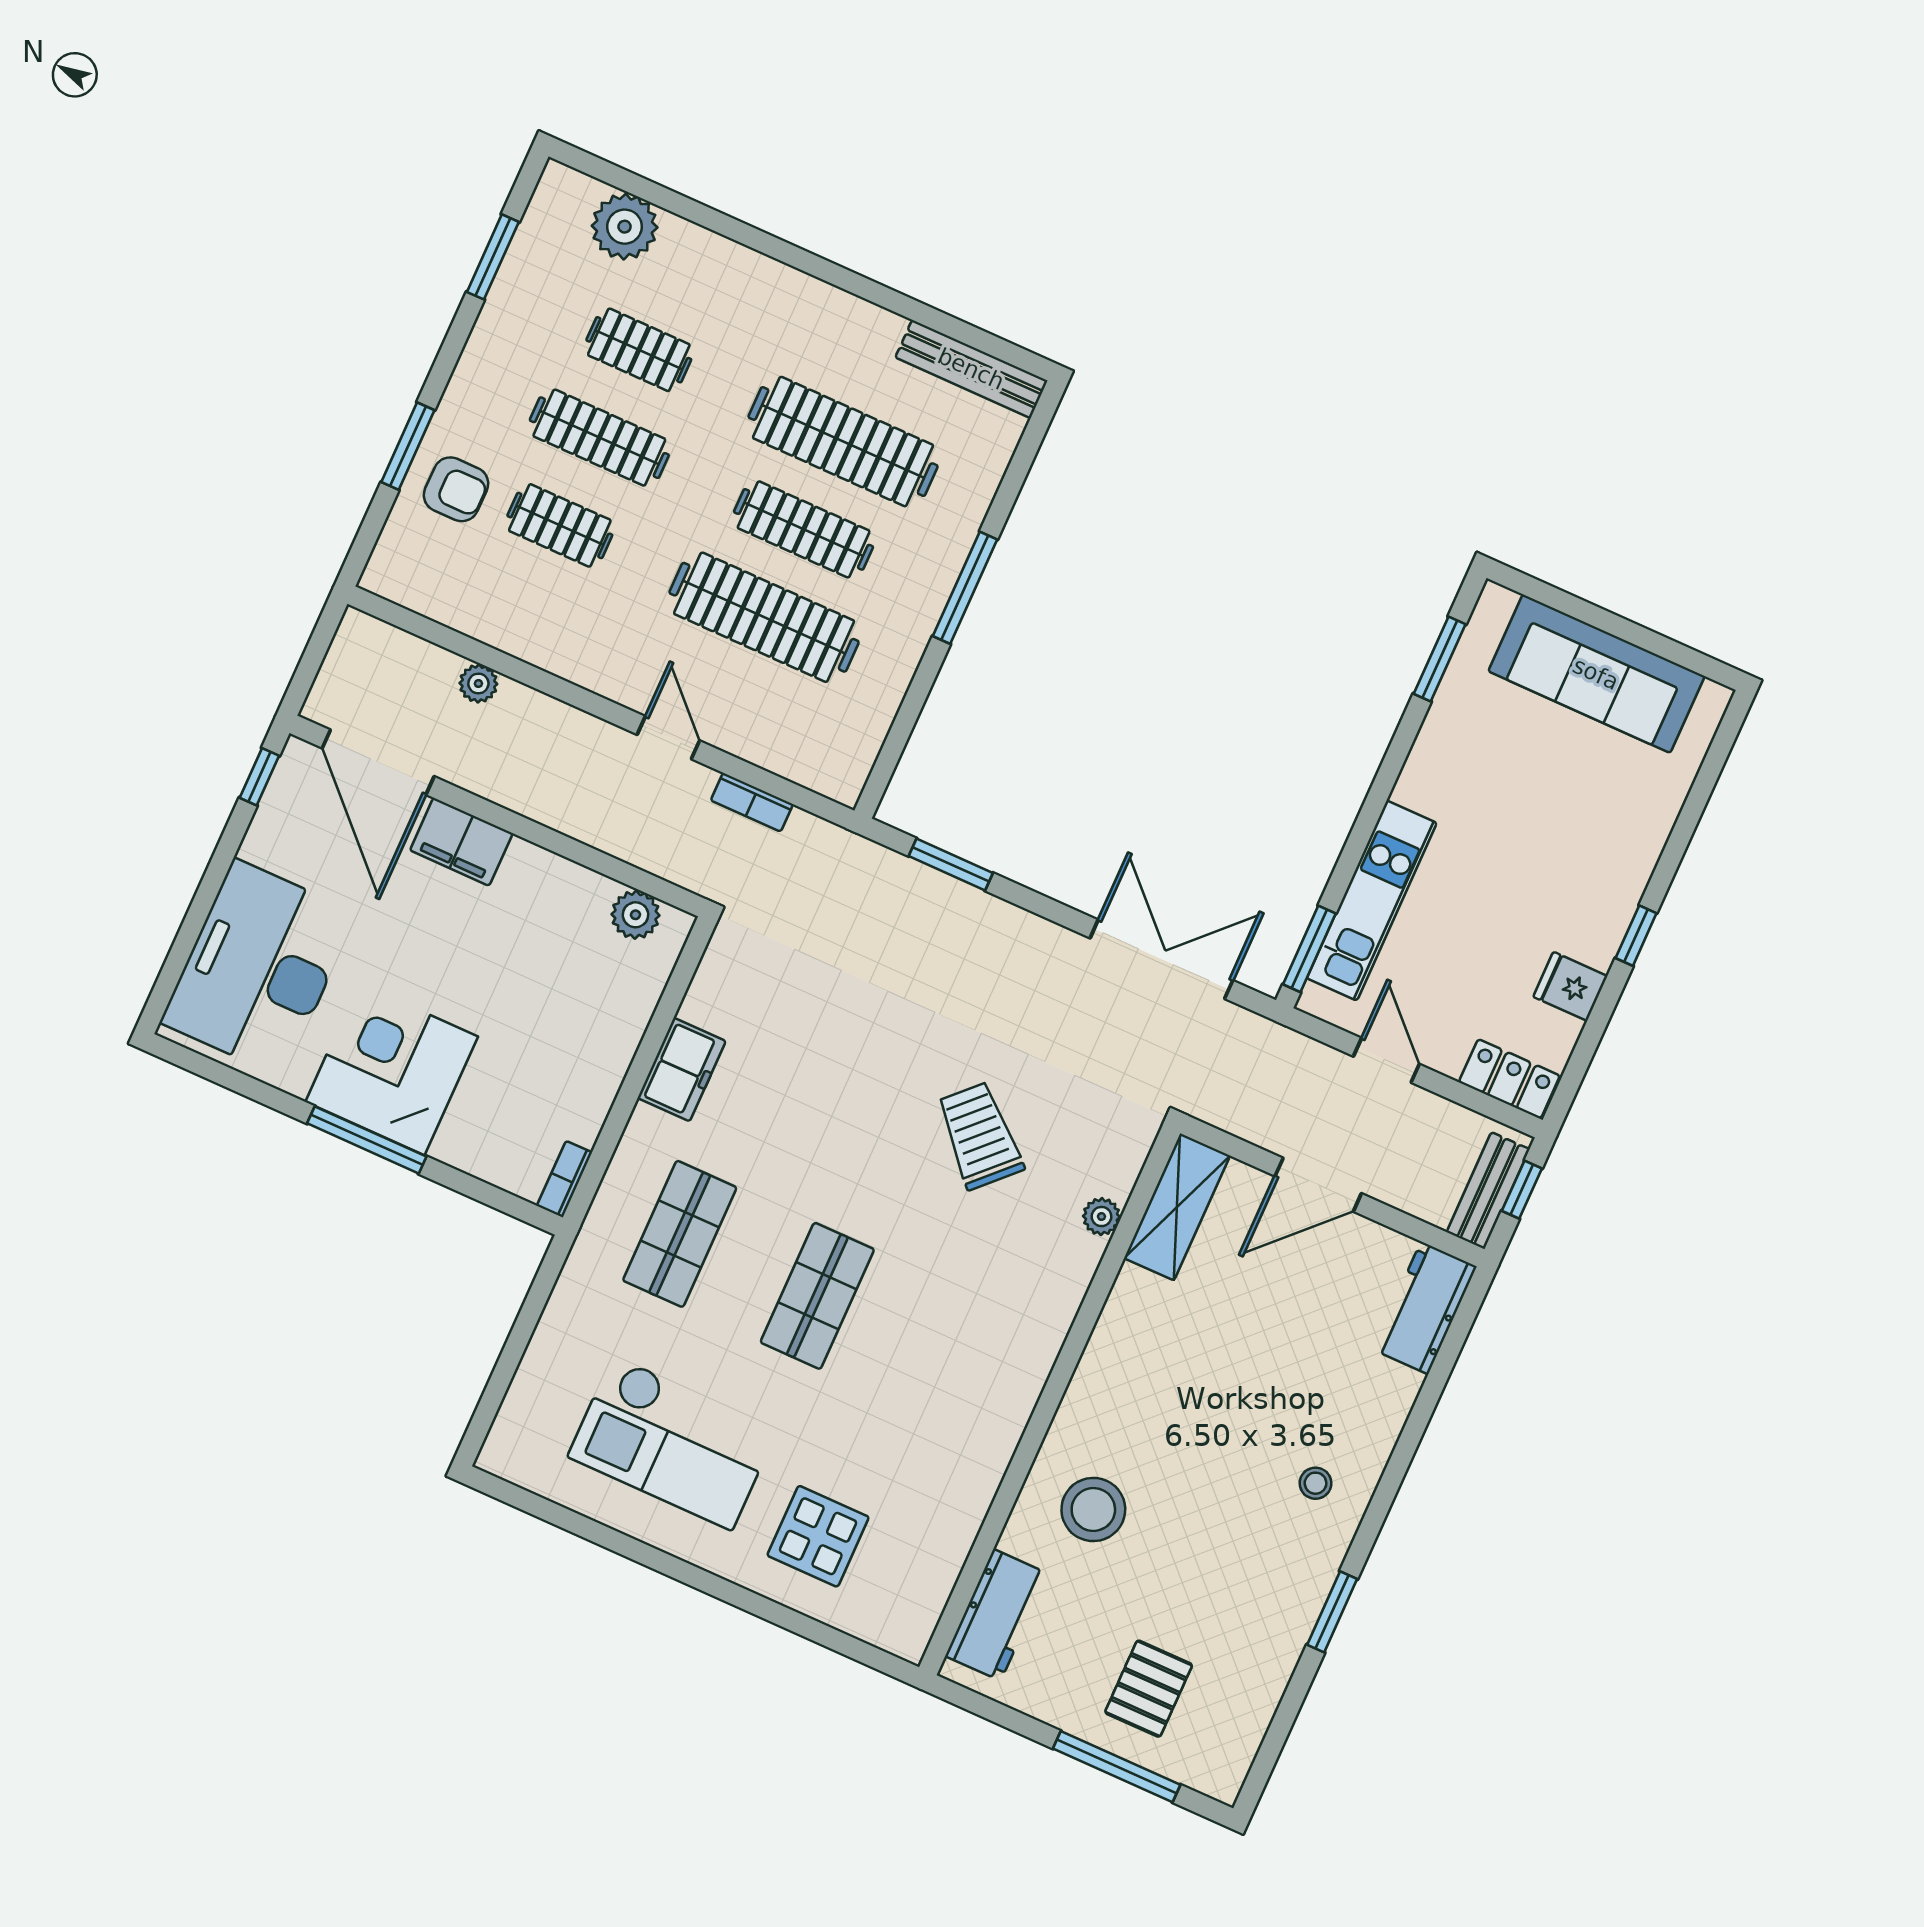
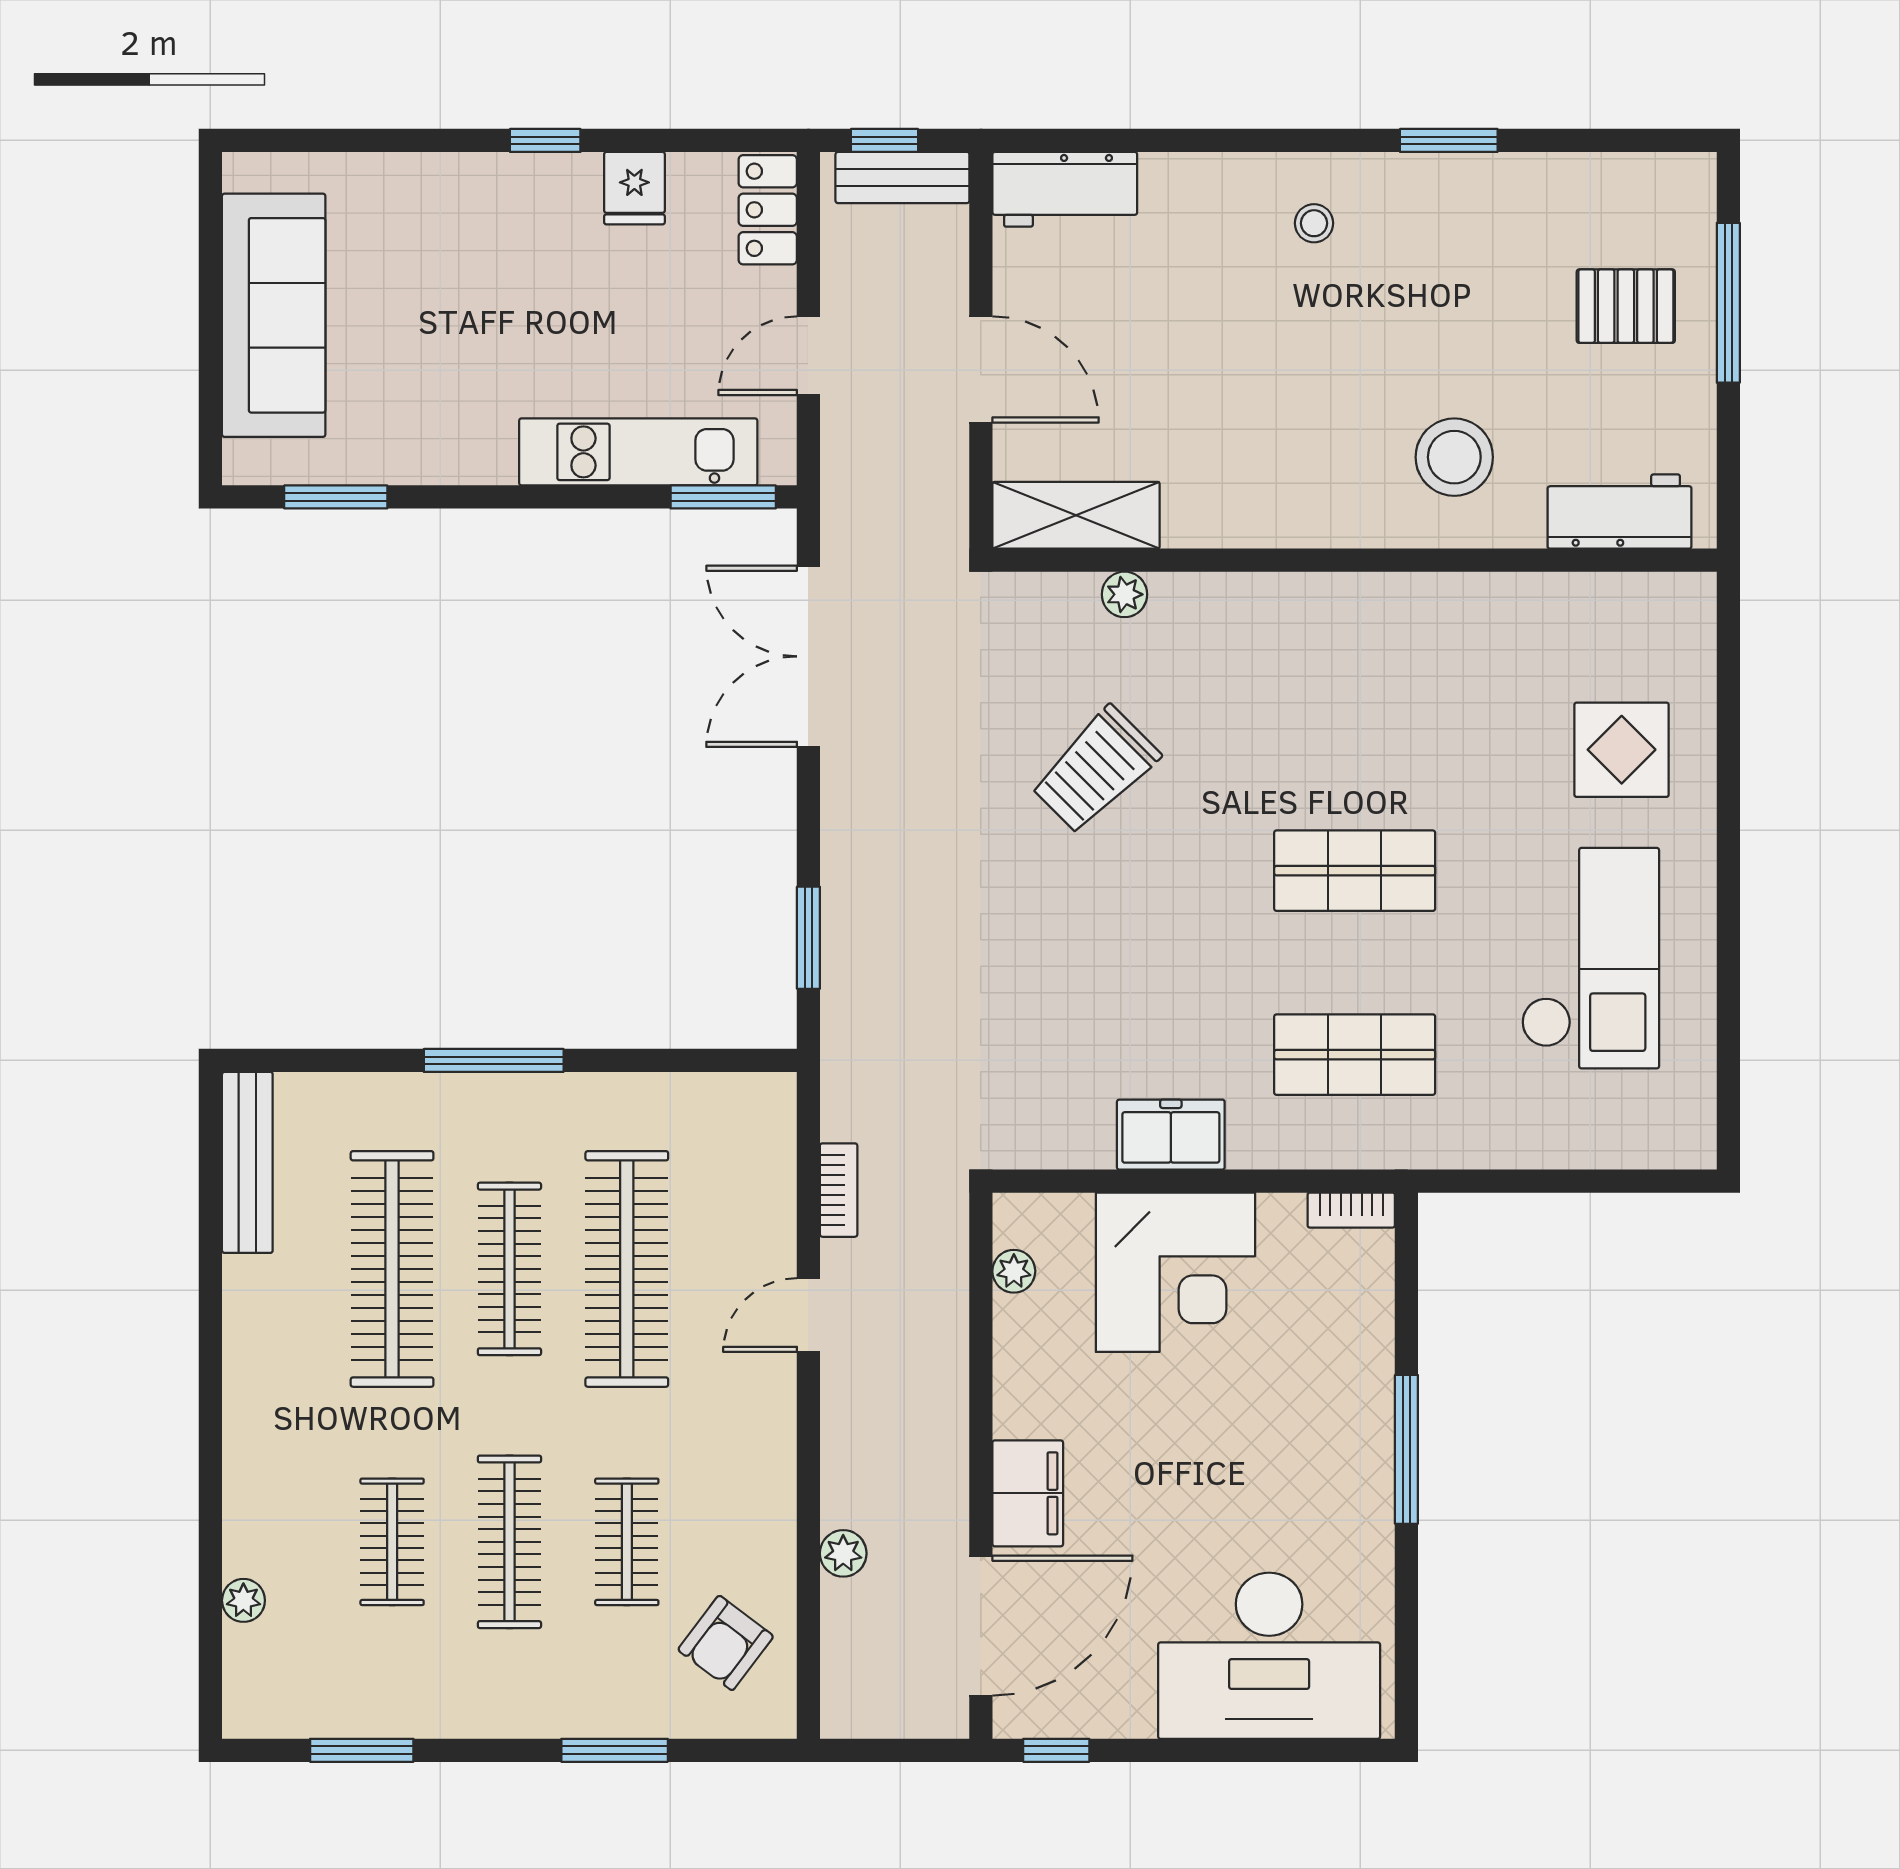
plant: (625, 227) -> (243, 1600), width x0.53, depth x0.53
armchair: (456, 489) -> (726, 1643), moved, turned -143
plant: (635, 915) -> (1014, 1271), width x0.73, depth x0.73
corner desk: (392, 1069) -> (1175, 1272), moved, turned -90

